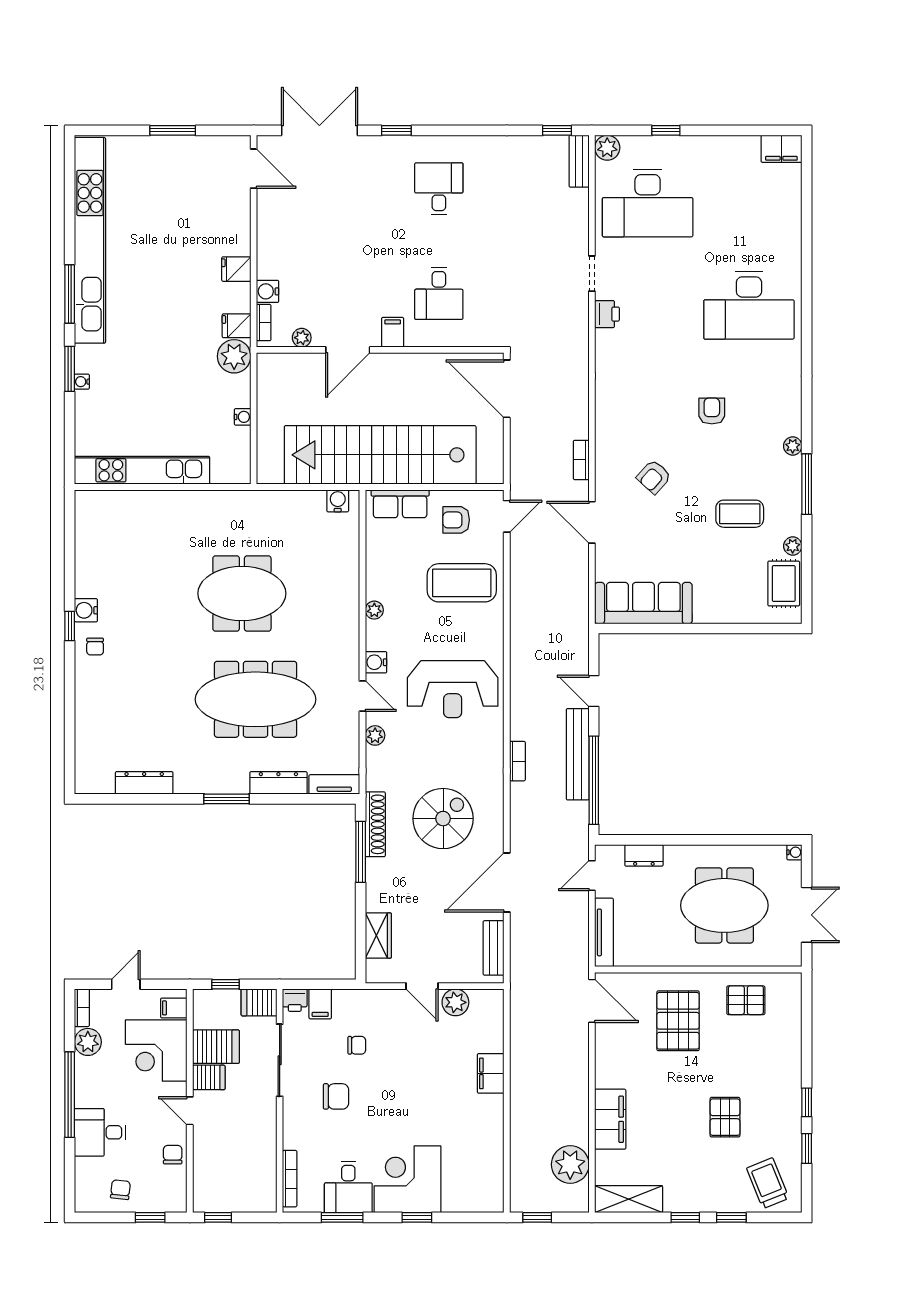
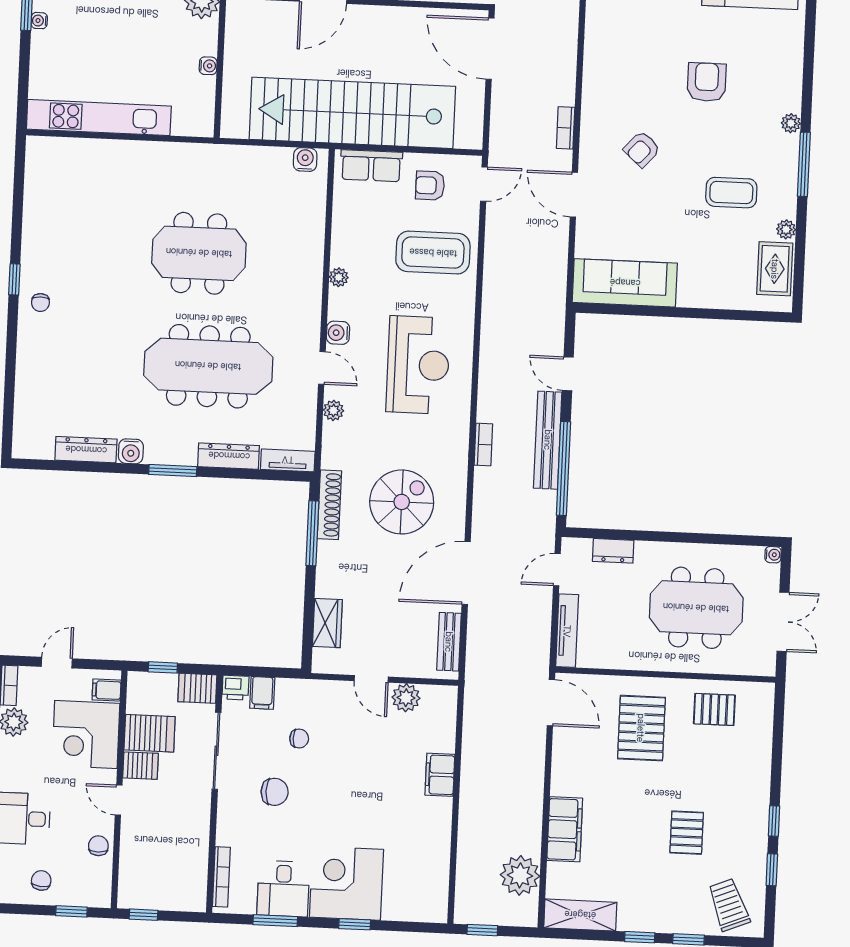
armchair: (712, 411) -> (707, 82), width x1.38, depth x1.38
water cooler: (86, 610) -> (131, 451), moved, turned -90
reception desk: (453, 689) -> (418, 365), turned -90

